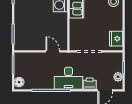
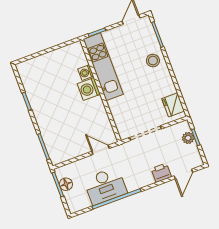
plant: (118, 77) -> (188, 138), moved
desk: (68, 78) -> (105, 186), moved
floor lamp: (19, 82) -> (66, 184), moved

